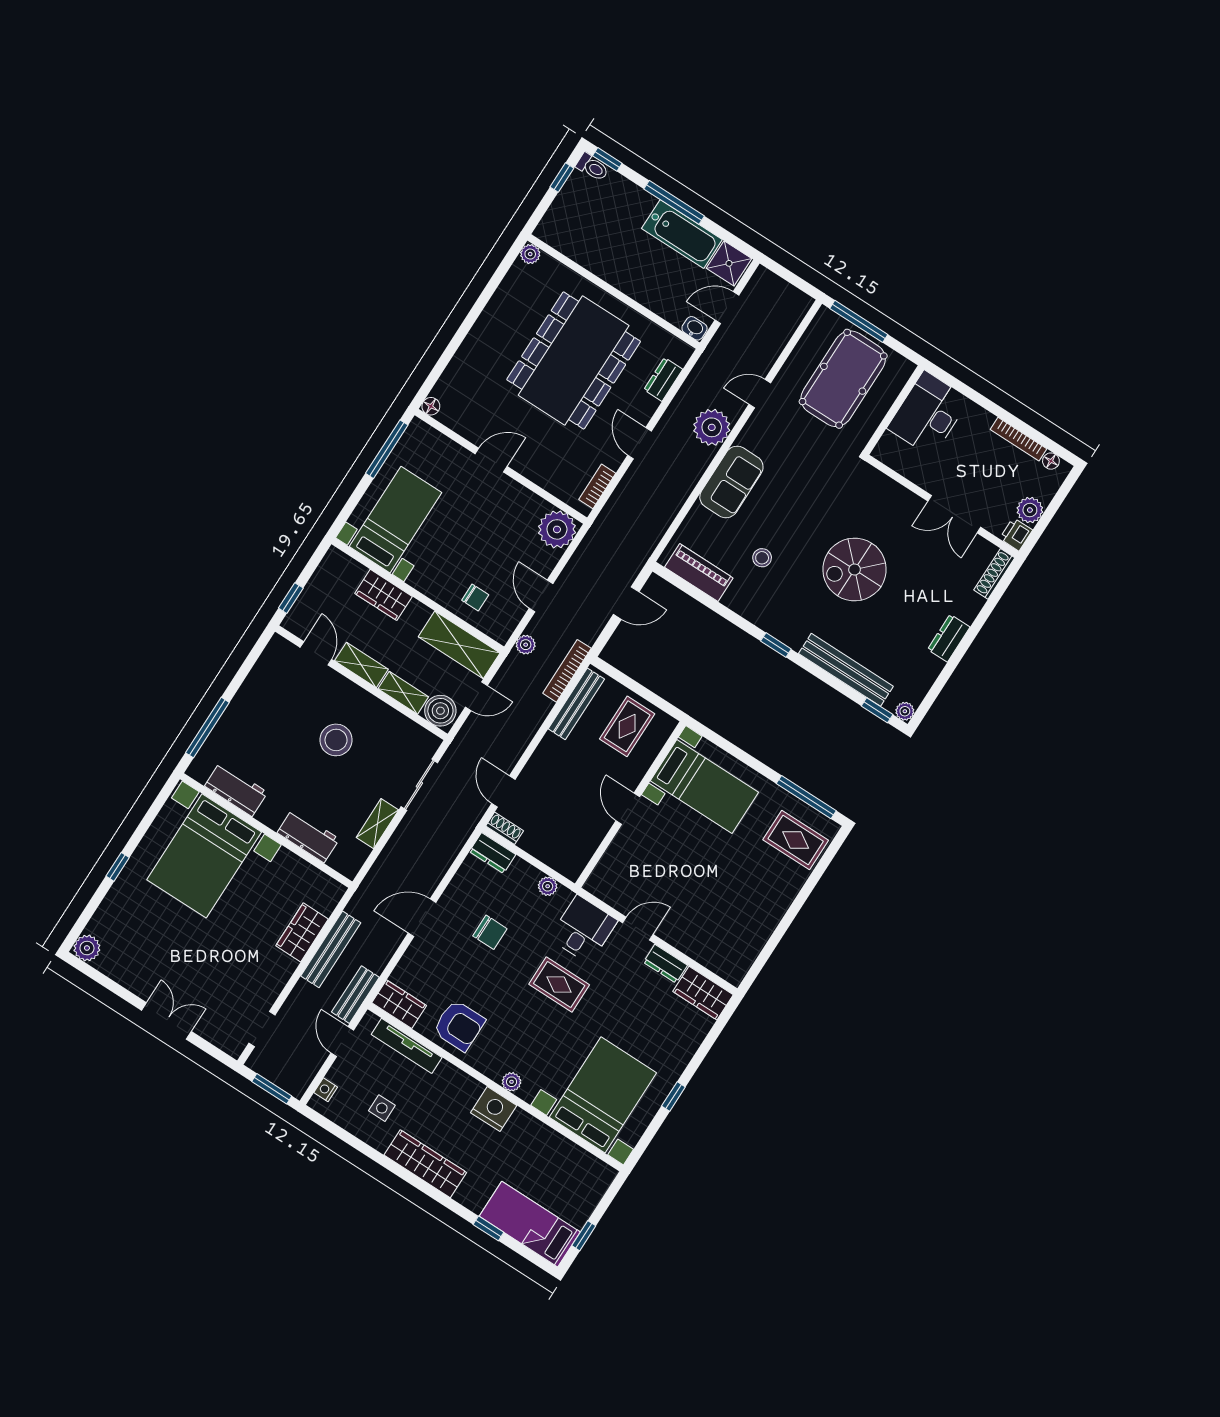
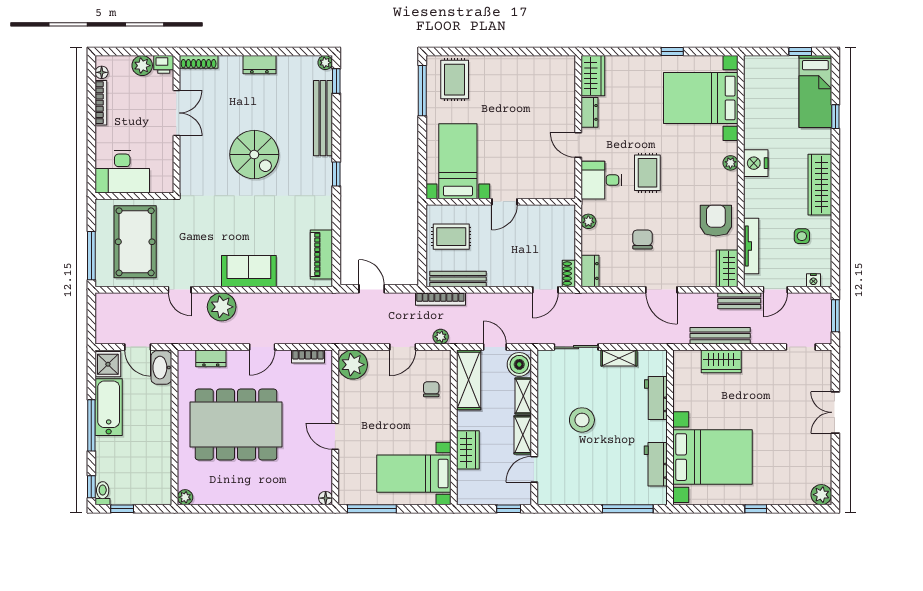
washbasin: (694, 328) -> (161, 368), width x1.91, depth x1.45
pool table: (843, 379) -> (135, 242), turned 90
stool: (762, 558) -> (285, 220), removed

